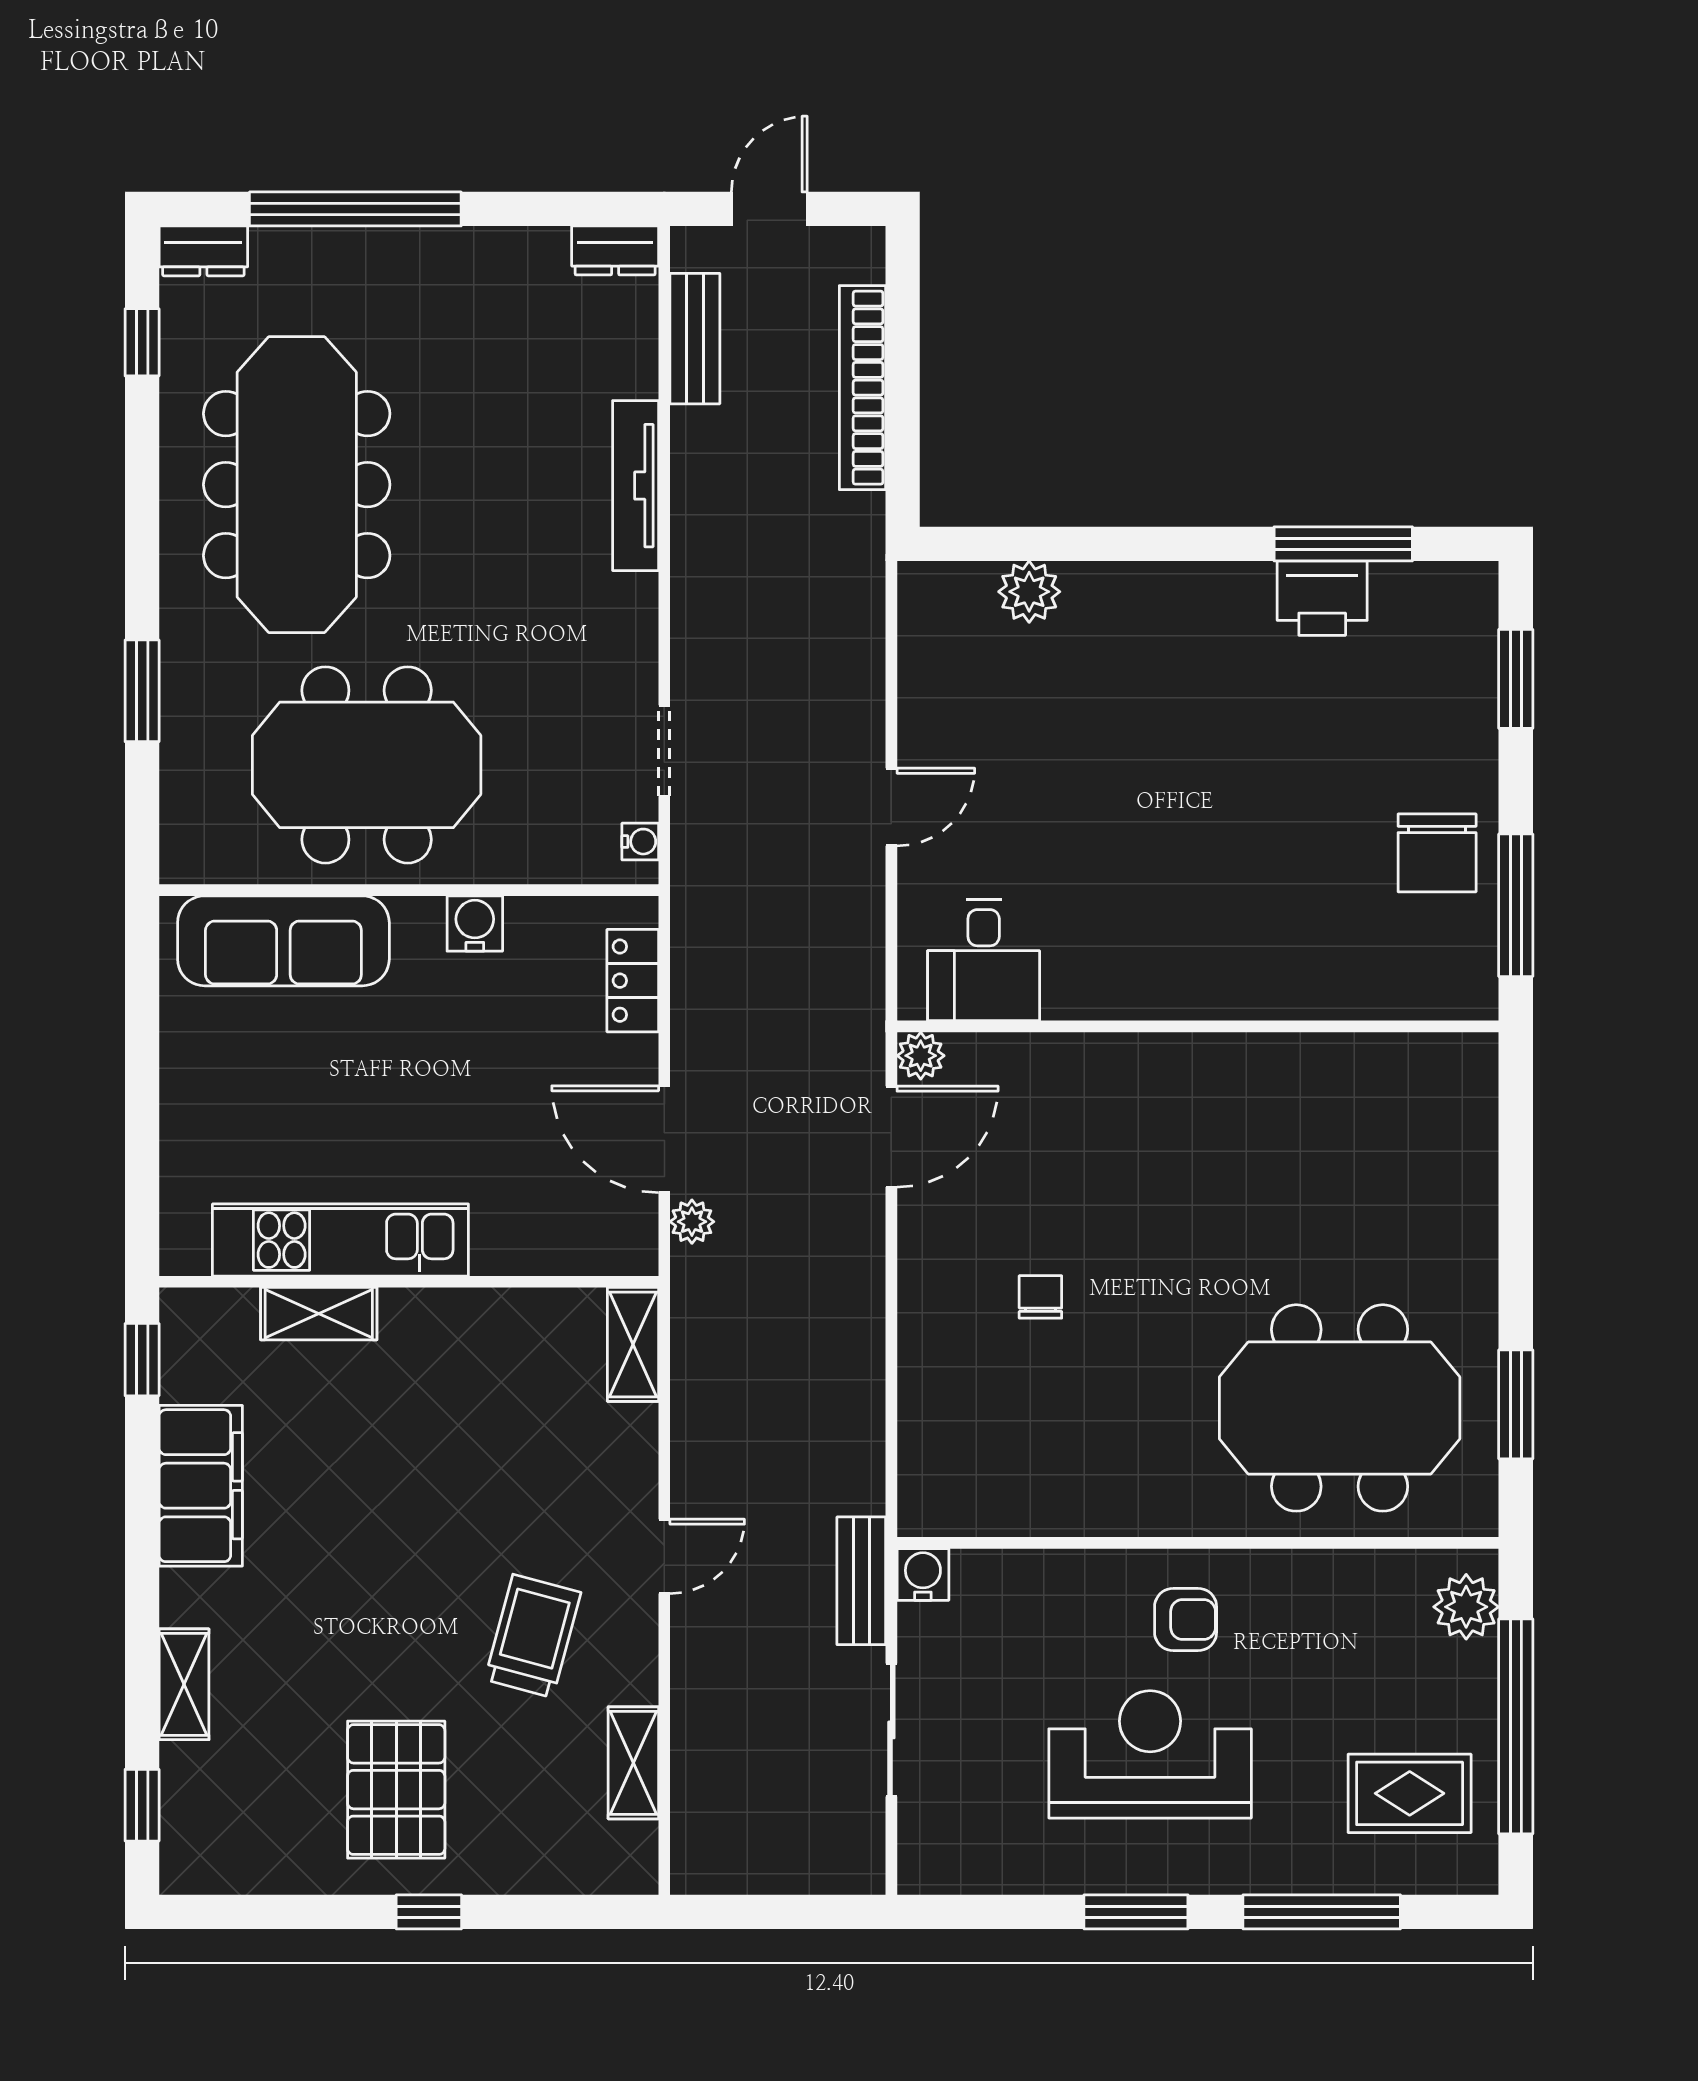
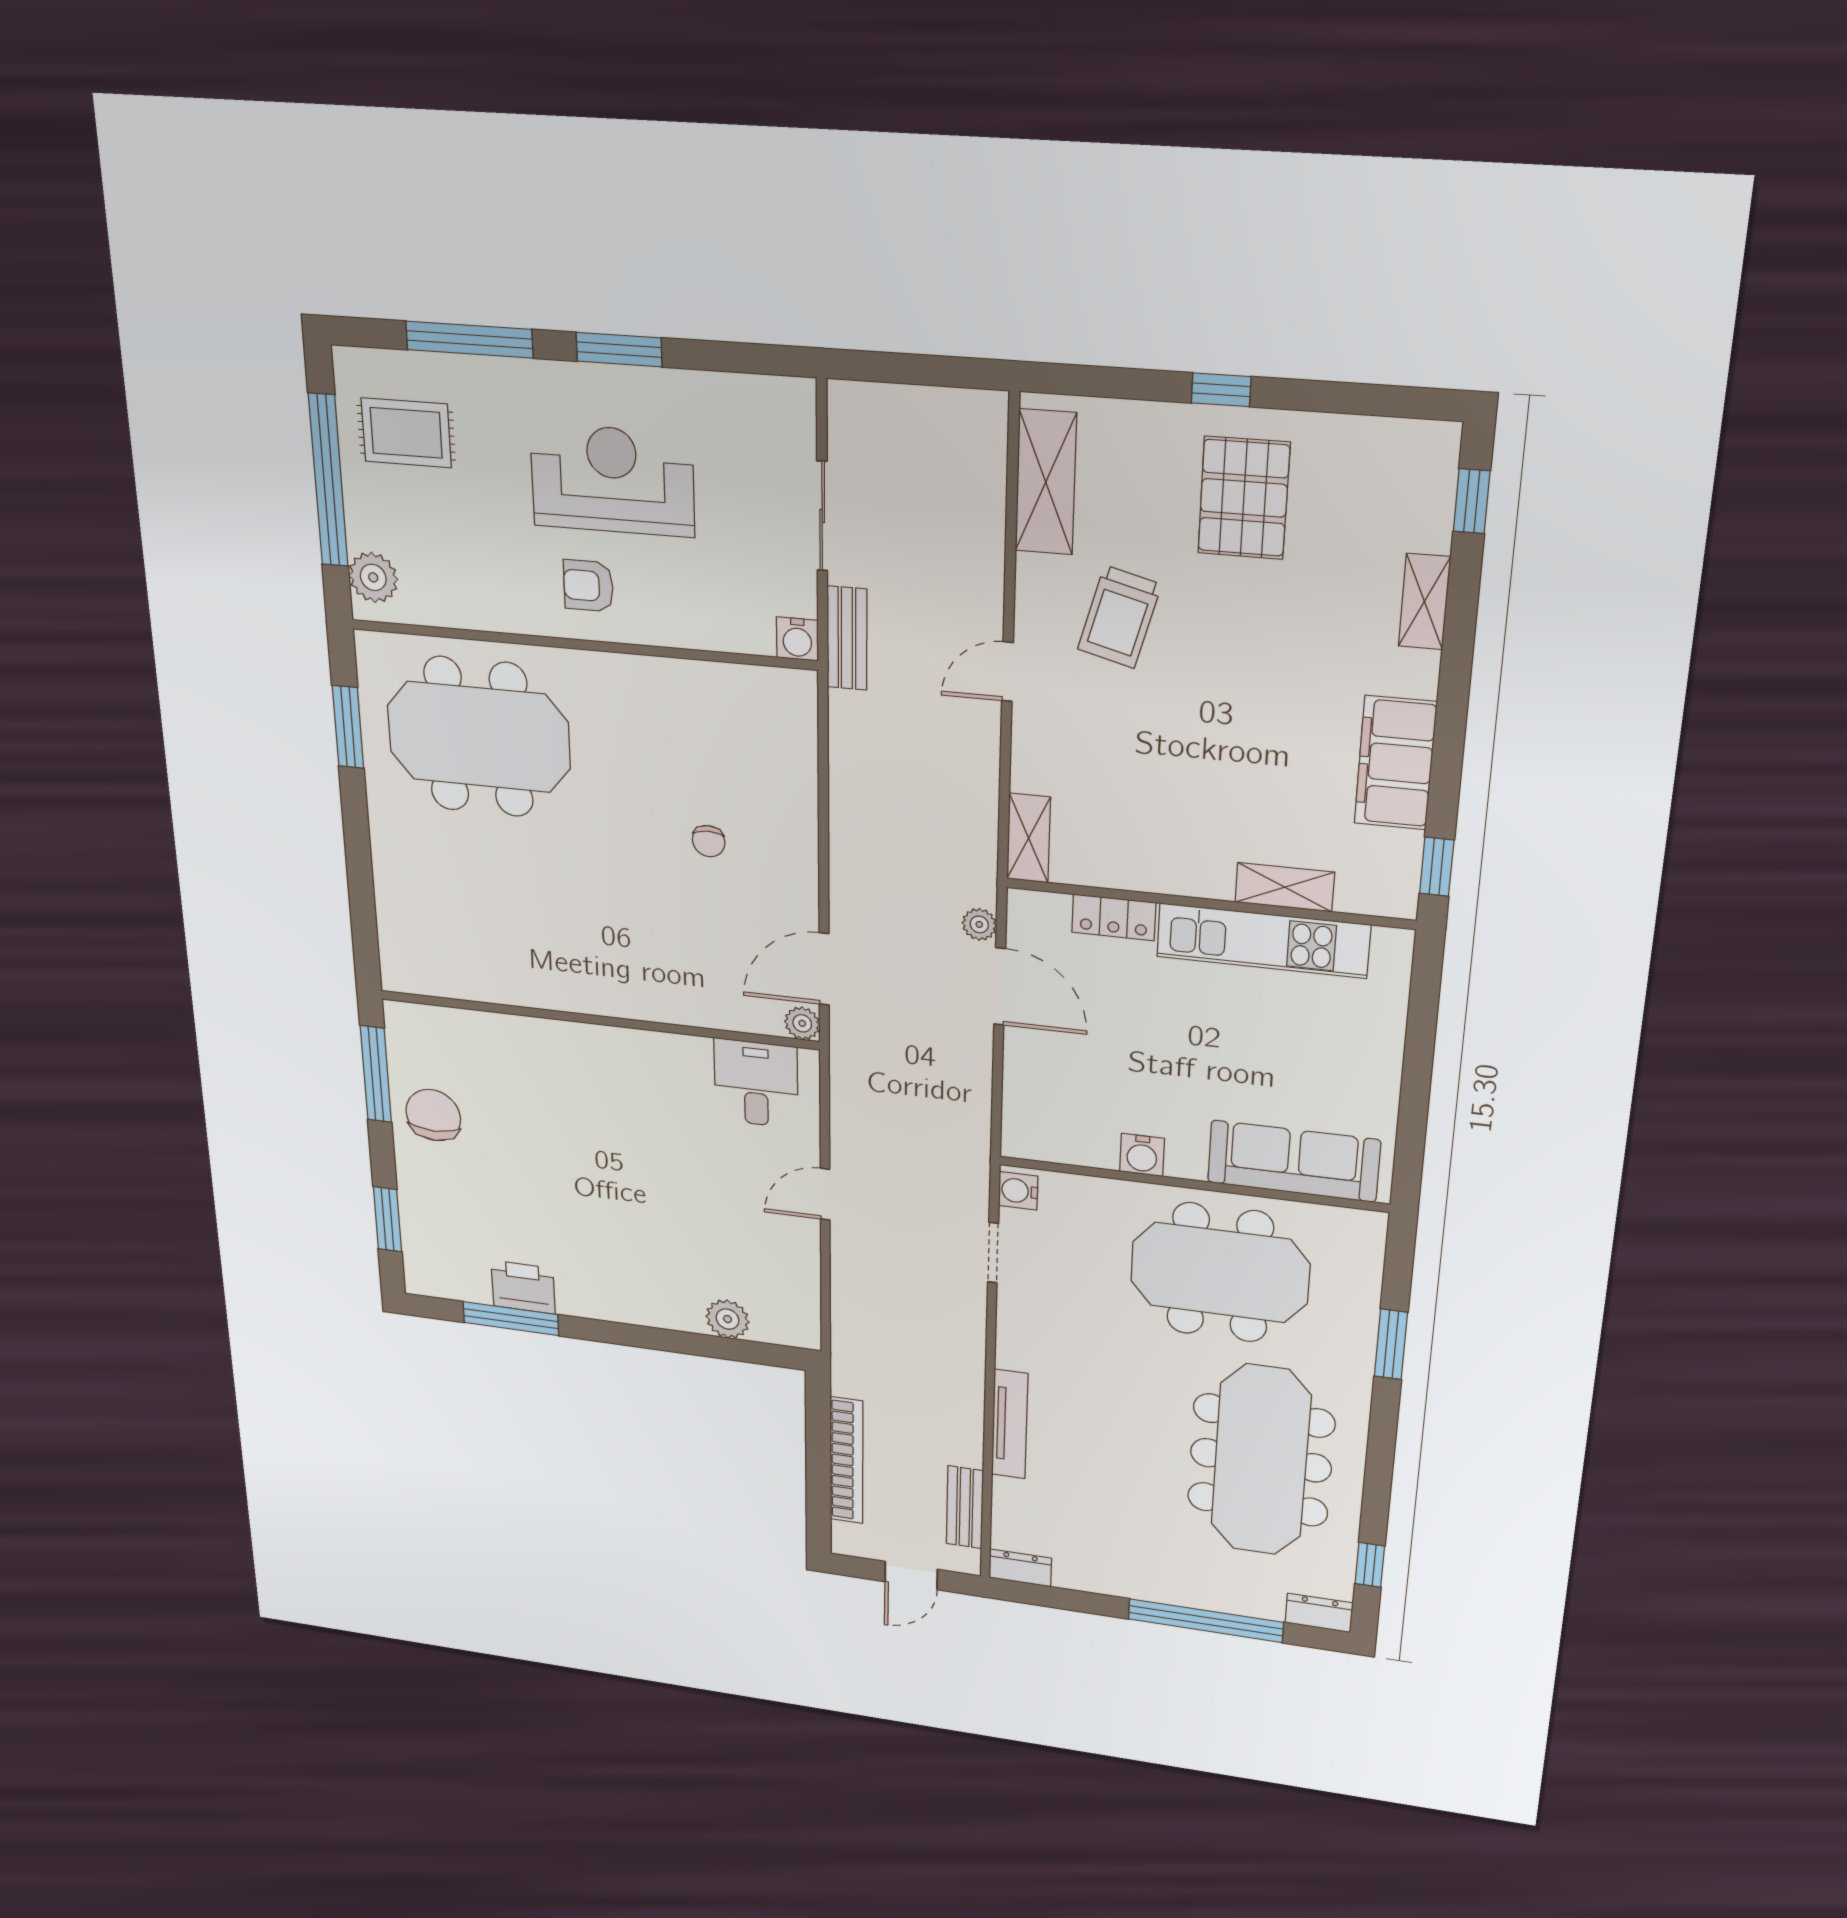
water cooler: (640, 842) -> (1018, 1191), width x1.38, depth x1.38
locker: (633, 981) -> (1114, 917), moved, turned 90
reception desk: (1150, 1754) -> (612, 480), turned 180
shelving: (633, 1763) -> (1046, 482), width x1.50, depth x1.33

